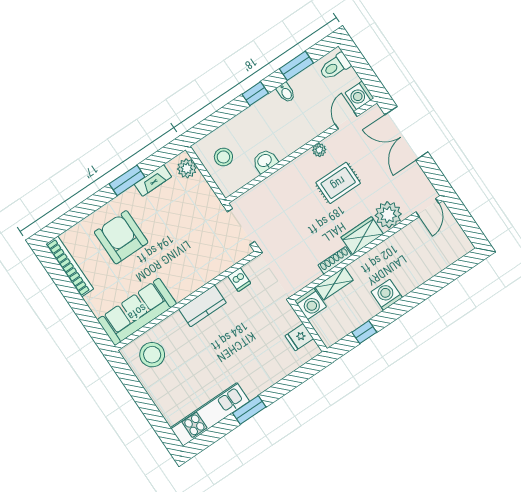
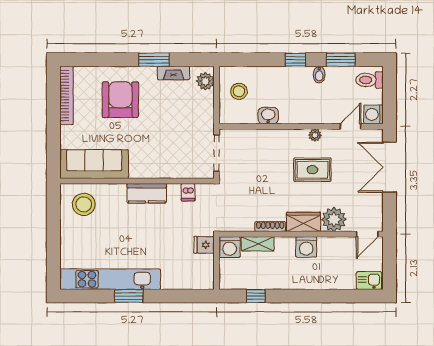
kitchen sink: (457, 249) -> (369, 281), added
washing machine: (387, 295) -> (306, 247), moved, turned 180
fridge: (299, 337) -> (204, 245), moved
kitchen unit: (210, 414) -> (110, 279), width x1.36

